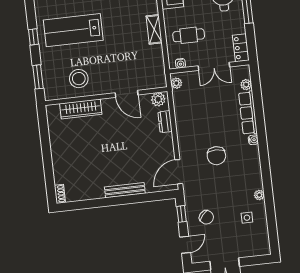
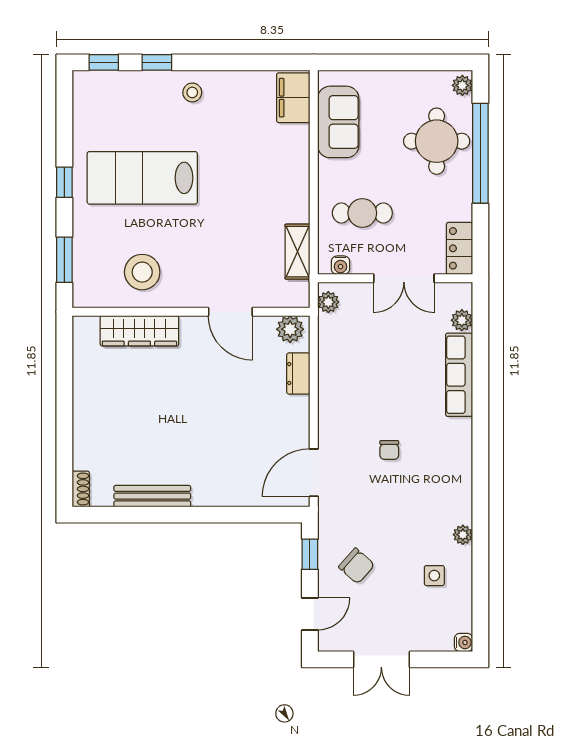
shelving: (154, 29) -> (297, 252), moved
water cooler: (253, 140) -> (464, 642), moved
chair: (216, 156) -> (389, 450), width x0.54, depth x0.54
bench: (125, 190) -> (152, 496), moved

